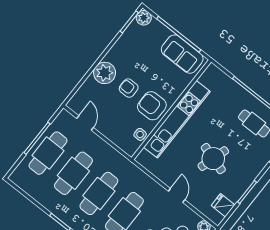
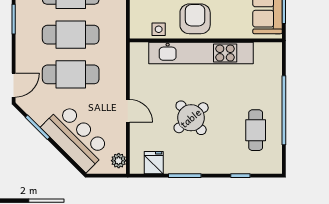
round table: (213, 159) -> (191, 118), turned 33
door: (177, 196) -> (128, 111), hinge flipped

